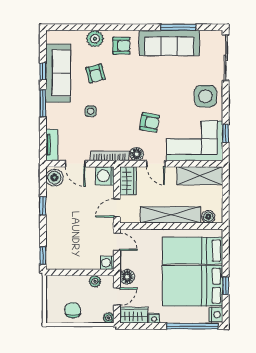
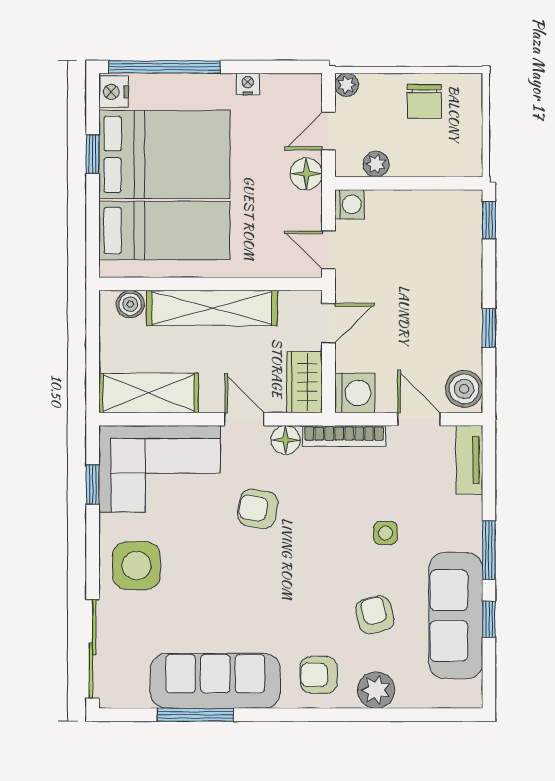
wardrobe: (134, 315) -> (292, 91), removed

